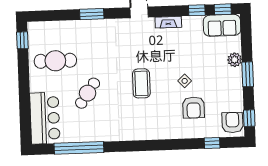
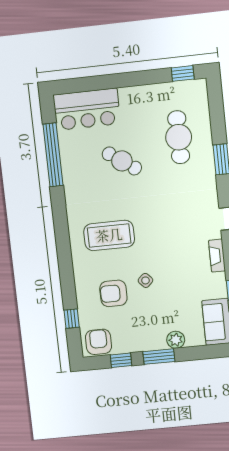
cafe table: (55, 61) -> (179, 137), moved
coffee table: (141, 83) -> (109, 235), moved, width x1.36, depth x1.32
window: (249, 118) -> (121, 360), moved
armchair: (232, 123) -> (99, 342), turned -90

